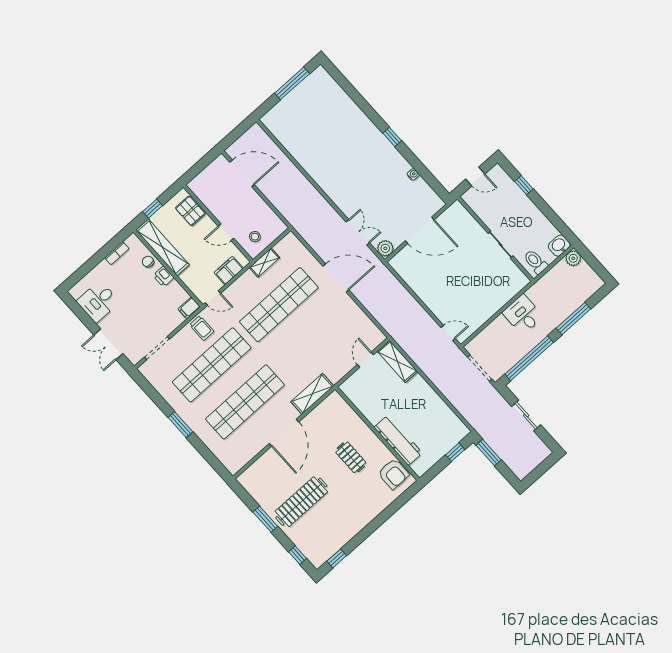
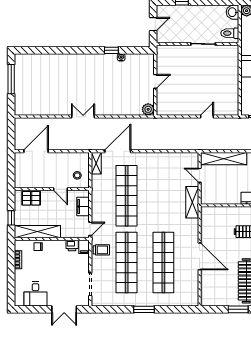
window: (392, 137) -> (111, 50), moved
door: (420, 230) -> (155, 81), width x0.53
door: (226, 232) -> (61, 189), hinge flipped
double door: (358, 232) -> (83, 117), moved
shelving: (264, 263) -> (96, 163), moved
printer: (163, 277) -> (72, 245), moved
door: (336, 278) -> (118, 151), moved
door: (448, 333) -> (207, 117), moved
shelving: (397, 361) -> (224, 159), width x1.47
shelving: (312, 394) -> (192, 202), moved

